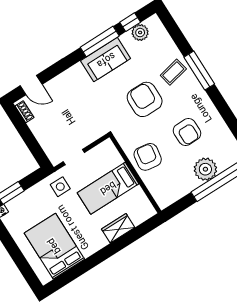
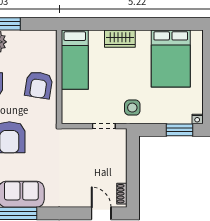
bed: (108, 188) -> (75, 60), moved, turned 90
wardrobe: (118, 228) -> (120, 39), moved

